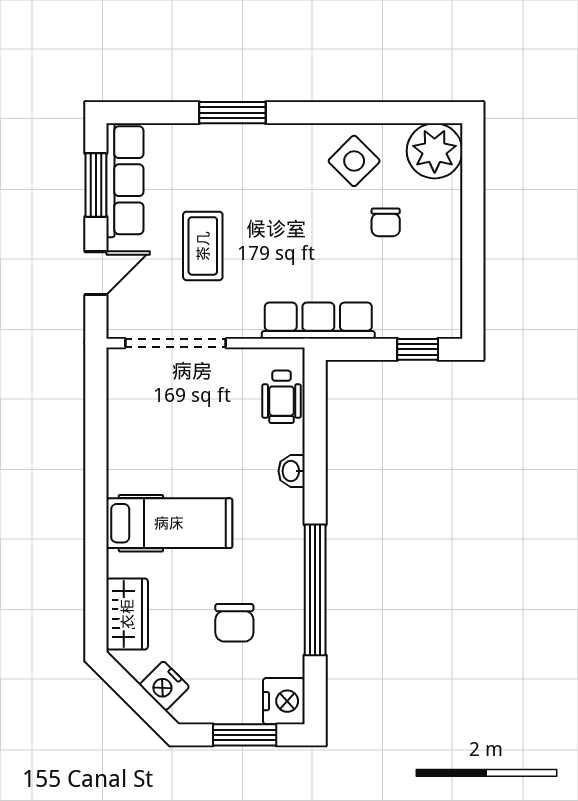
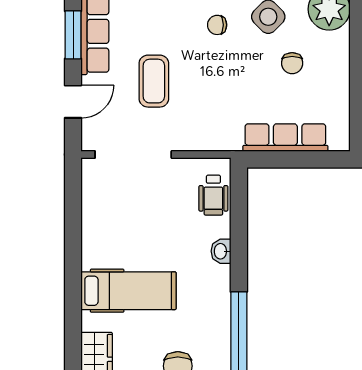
chair: (286, 172) -> (217, 25), added
row of seats: (318, 321) -> (285, 138), moved
window: (418, 349) -> (316, 159), removed

